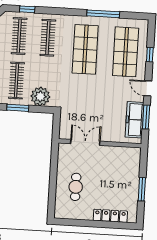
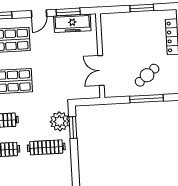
window: (18, 108) -> (73, 128), moved
window: (53, 184) -> (147, 99), added
cafe table: (76, 187) -> (147, 75), turned -39

